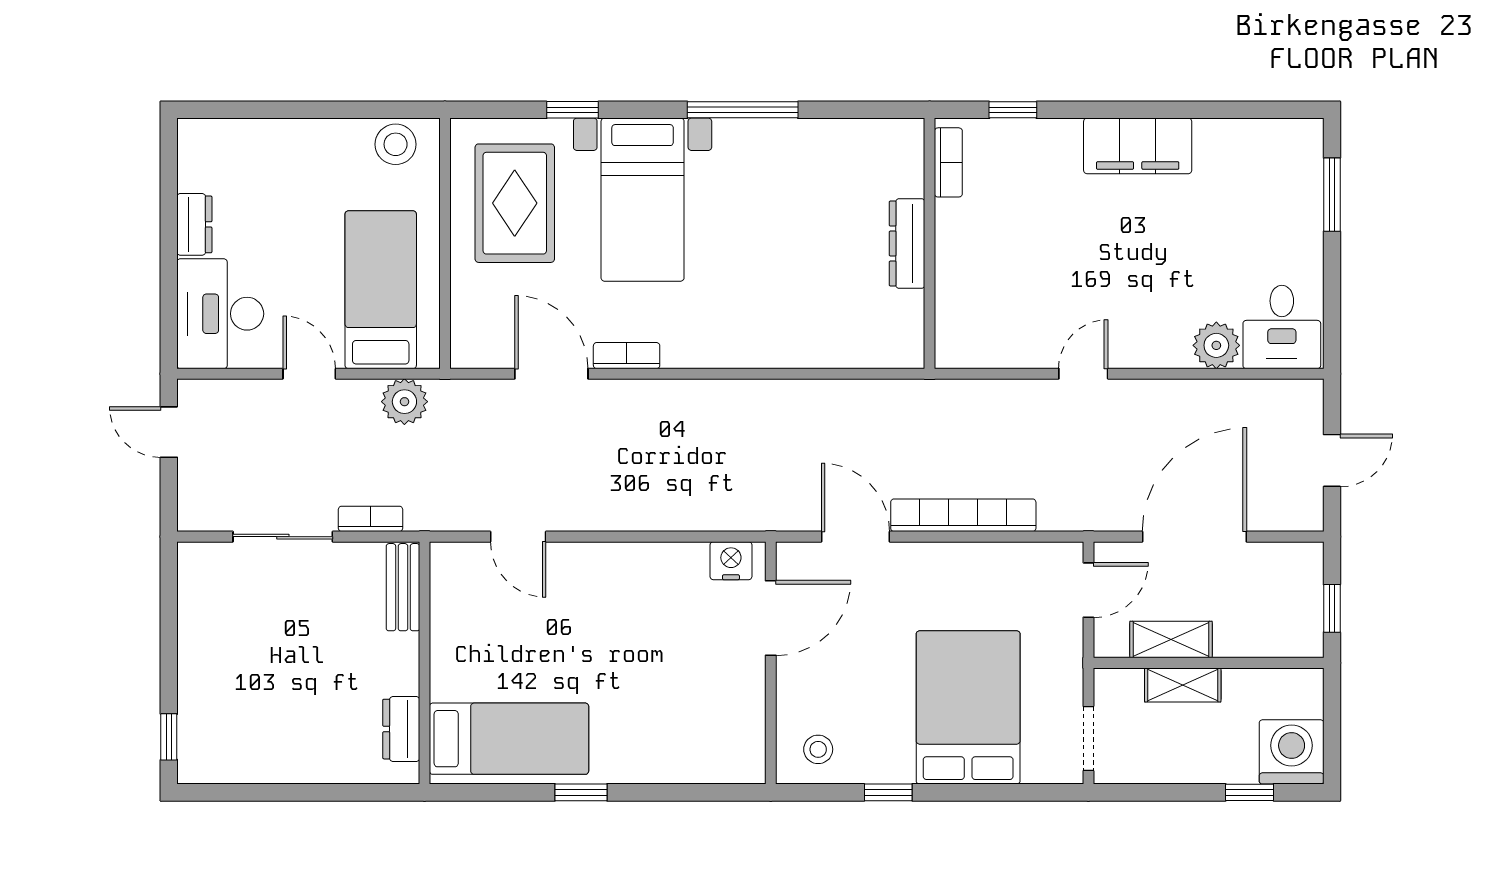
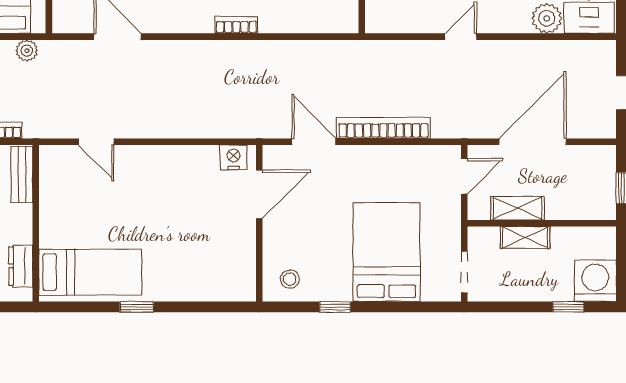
bookcase: (627, 356) -> (236, 25), moved
plant: (404, 402) -> (27, 51), width x0.73, depth x0.73

